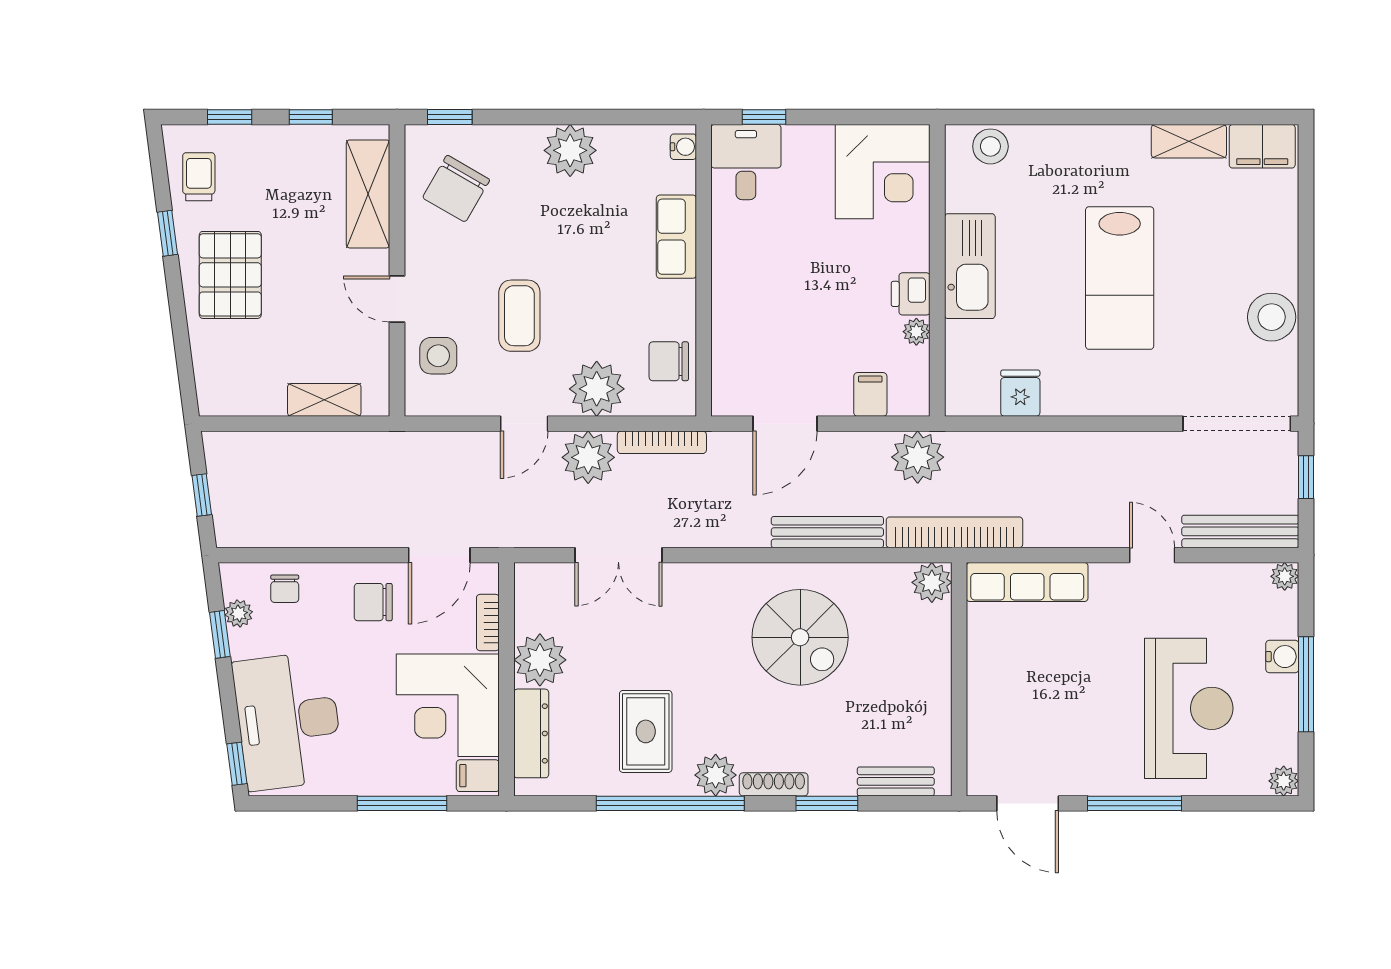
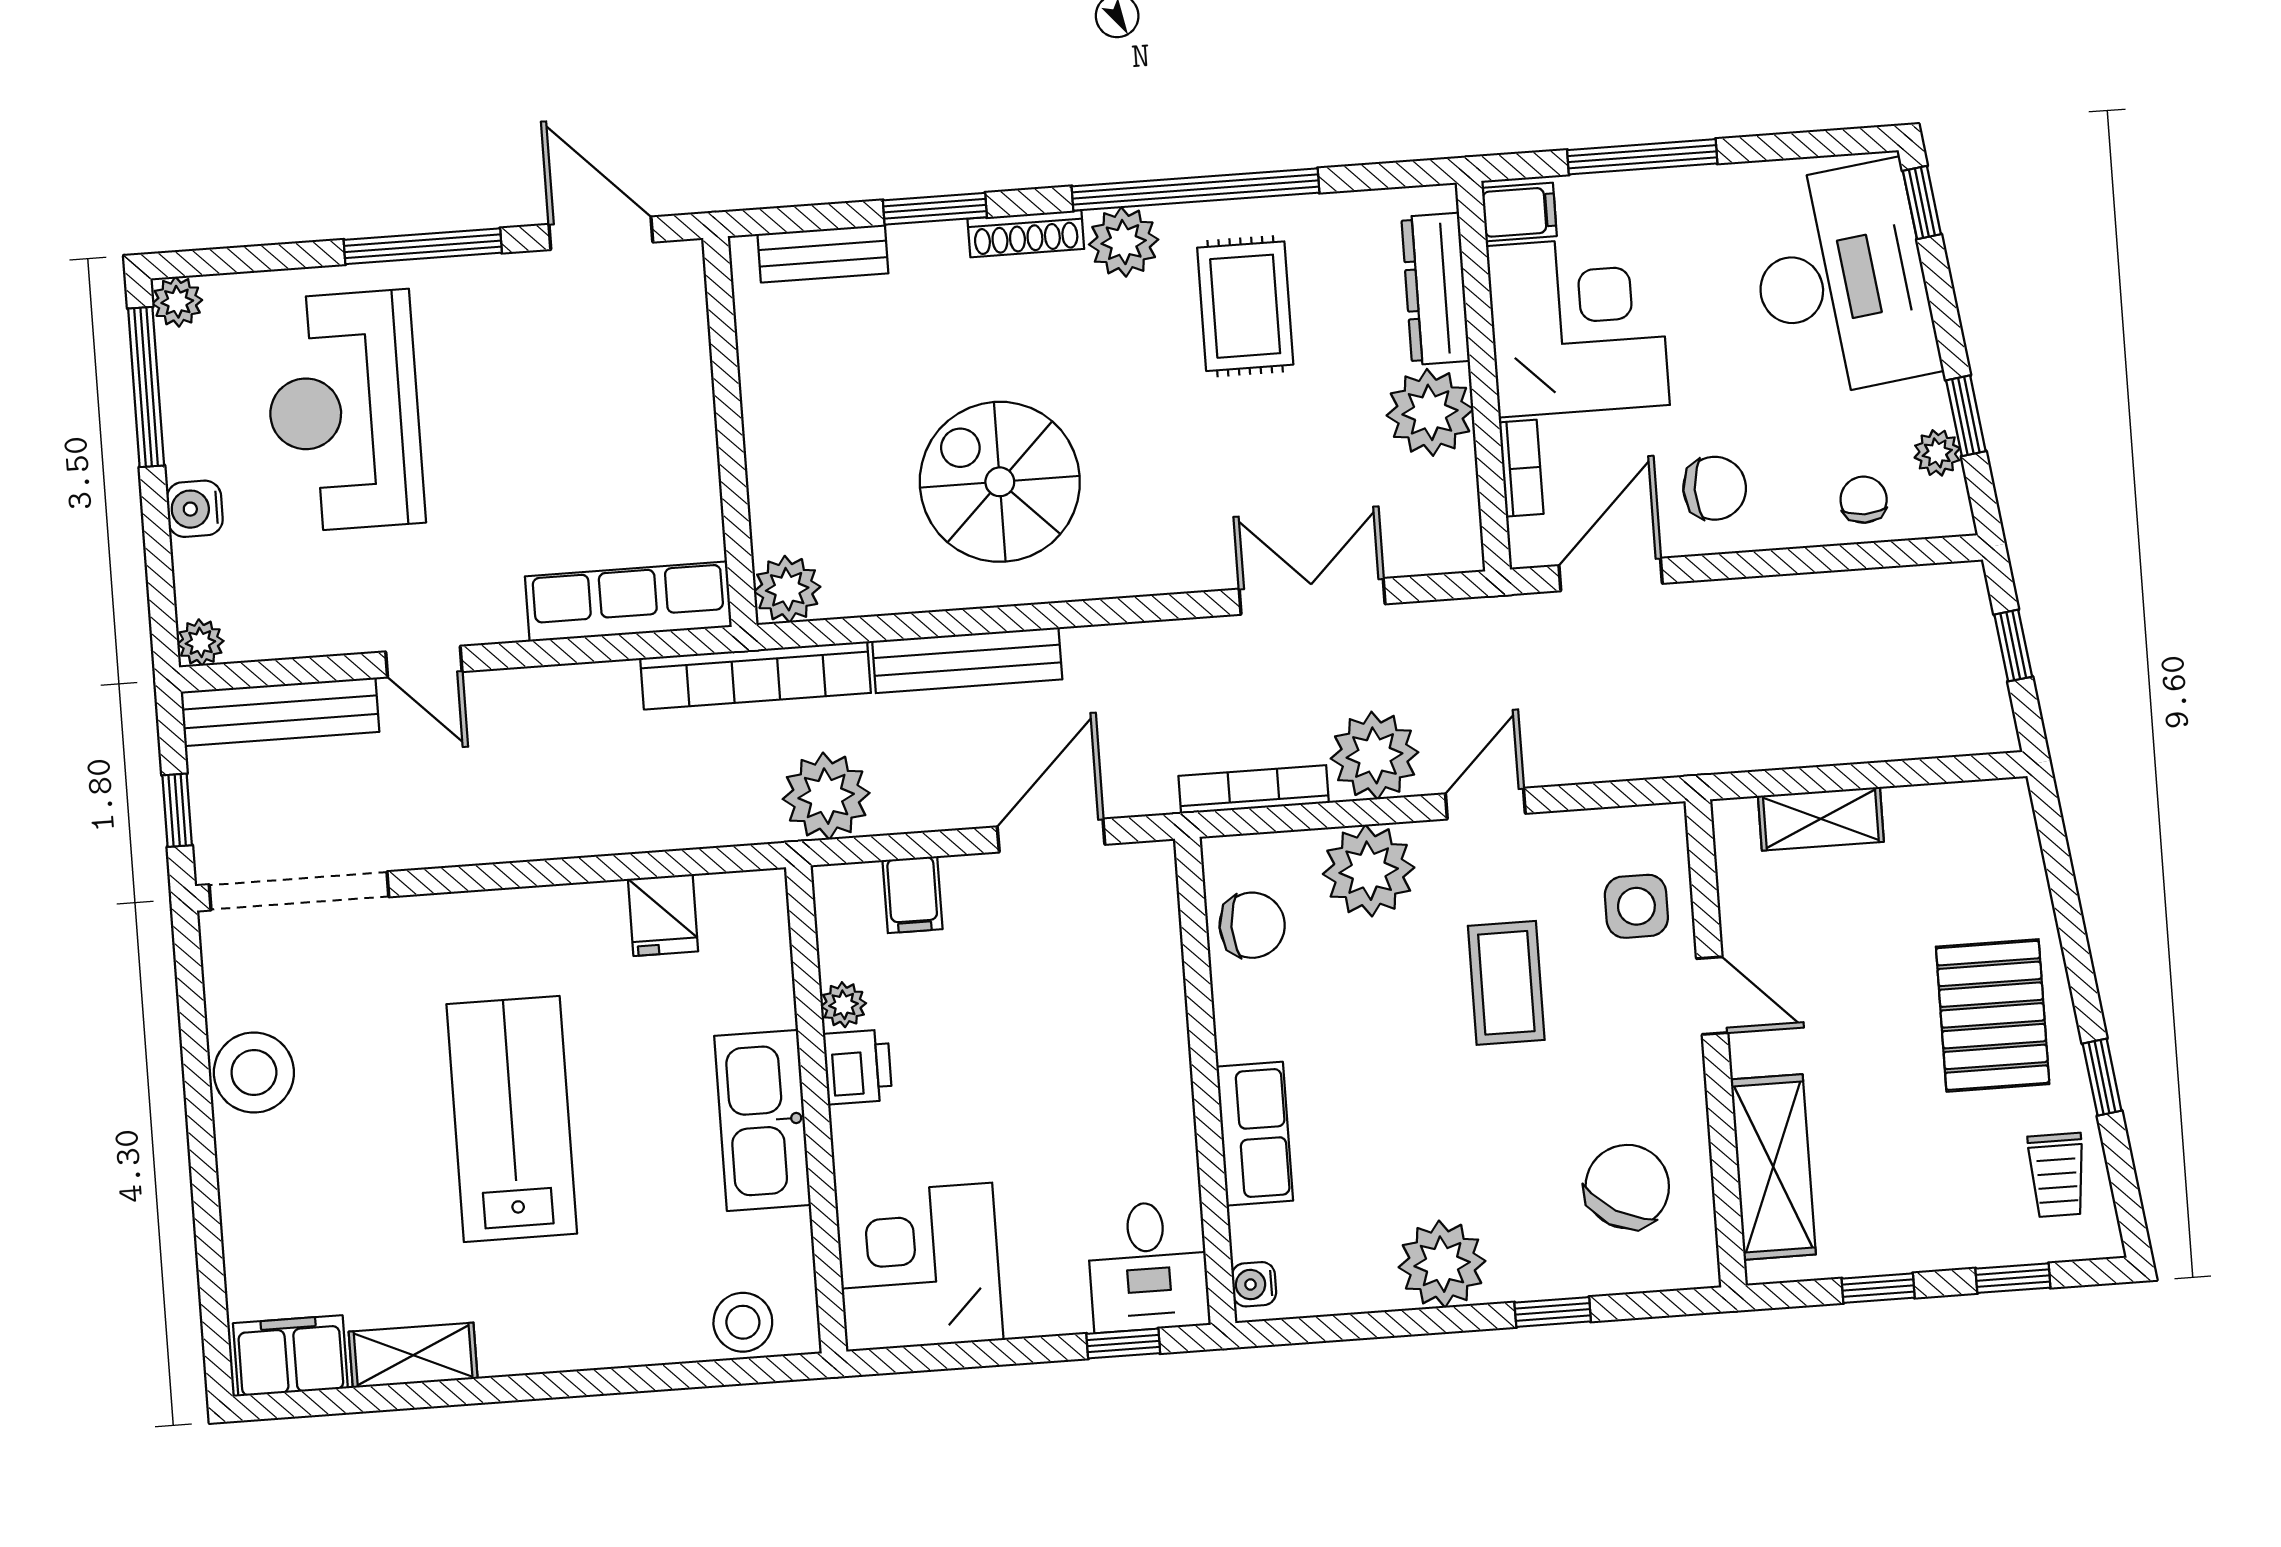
window: (450, 117) -> (1553, 1312), moved
window: (1306, 684) -> (146, 387), moved

